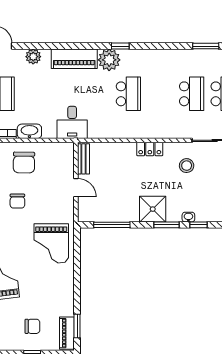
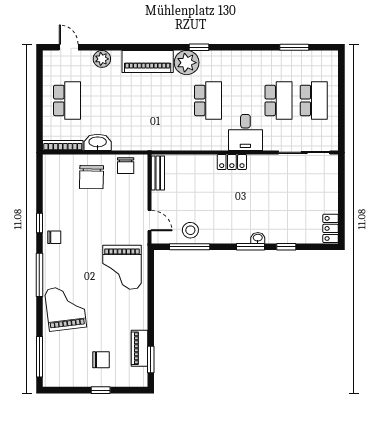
desk: (72, 122) -> (245, 132), moved
stool: (187, 166) -> (190, 230), moved
door: (76, 188) -> (149, 221), moved
chair: (17, 201) -> (126, 166), moved
shower: (153, 209) -> (235, 229), removed
washbasin: (188, 217) -> (258, 238), moved
piano: (67, 333) -> (139, 348), moved

